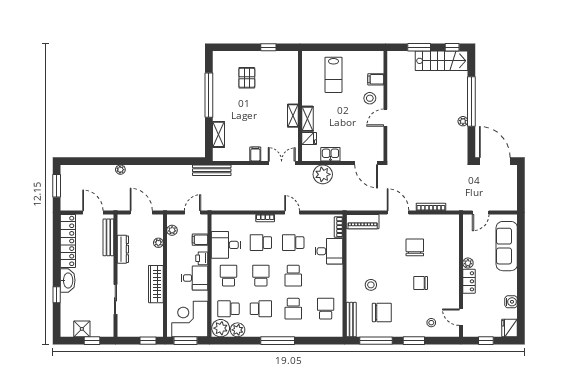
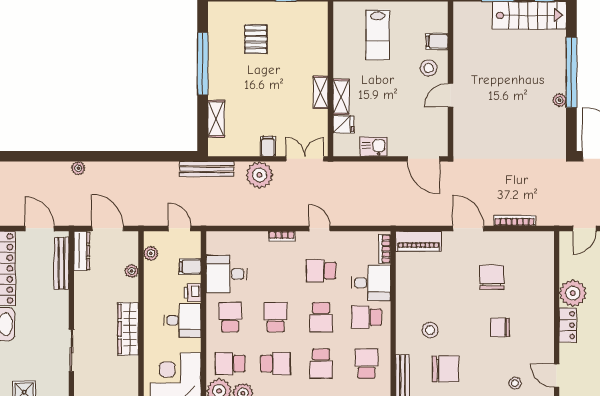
plant: (323, 174) -> (260, 175), moved
door: (193, 213) -> (180, 228), hinge flipped
school desk: (261, 243) -> (367, 317), moved
dresser: (123, 249) -> (82, 251), moved
plant: (468, 263) -> (573, 293), width x1.87, depth x1.87

